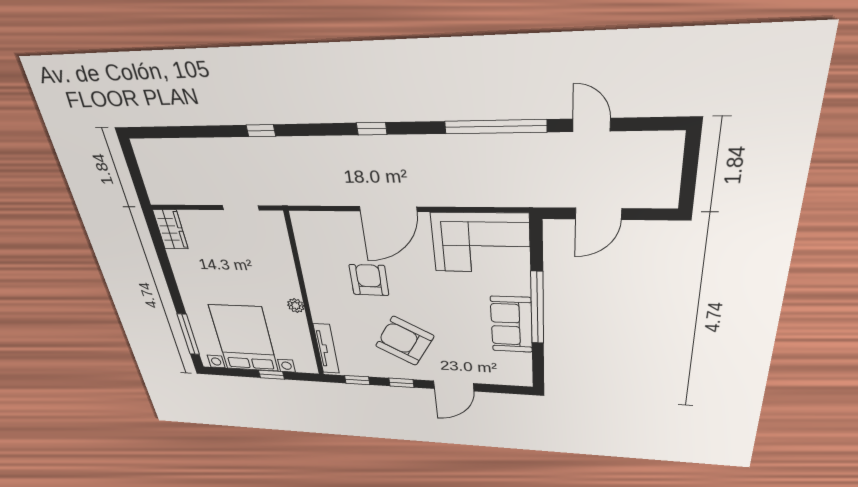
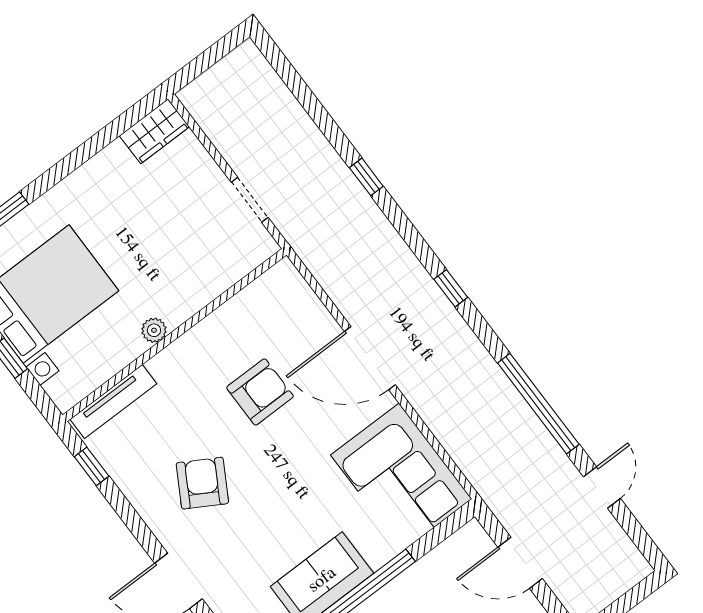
armchair: (405, 341) -> (202, 483), width x0.73, depth x0.73
window: (401, 383) -> (132, 520), removed

